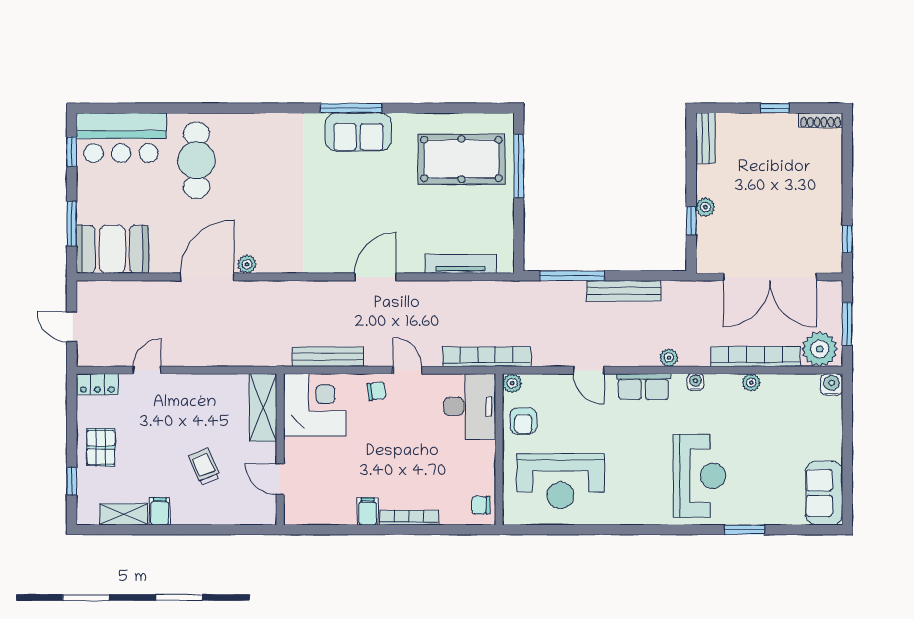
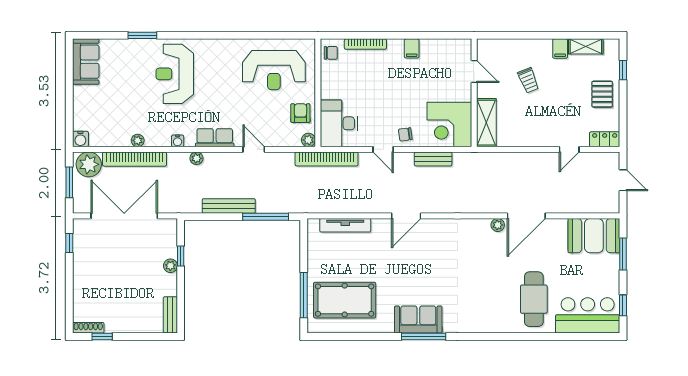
window: (775, 108) -> (102, 336), moved
bench: (328, 357) -> (433, 159), width x0.73
reception desk: (560, 481) -> (274, 70), turned 180
bookcase: (409, 518) -> (365, 44), moved

